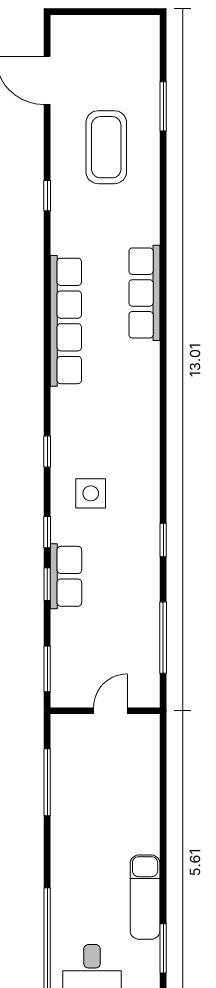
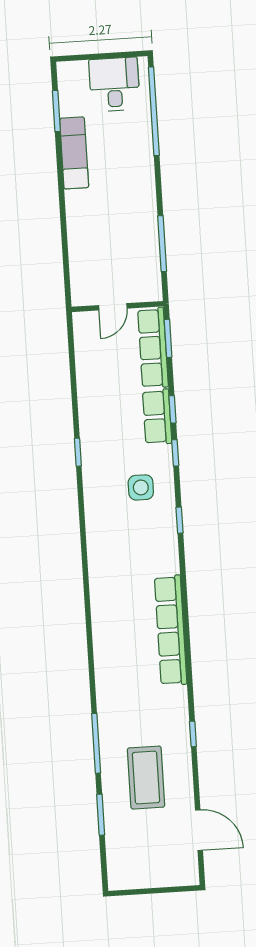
row of seats: (144, 293) -> (153, 348), moved, turned 180
window: (163, 638) -> (96, 743), moved

